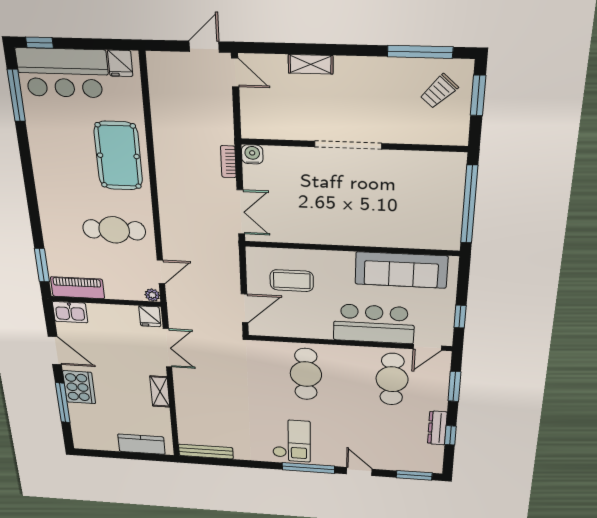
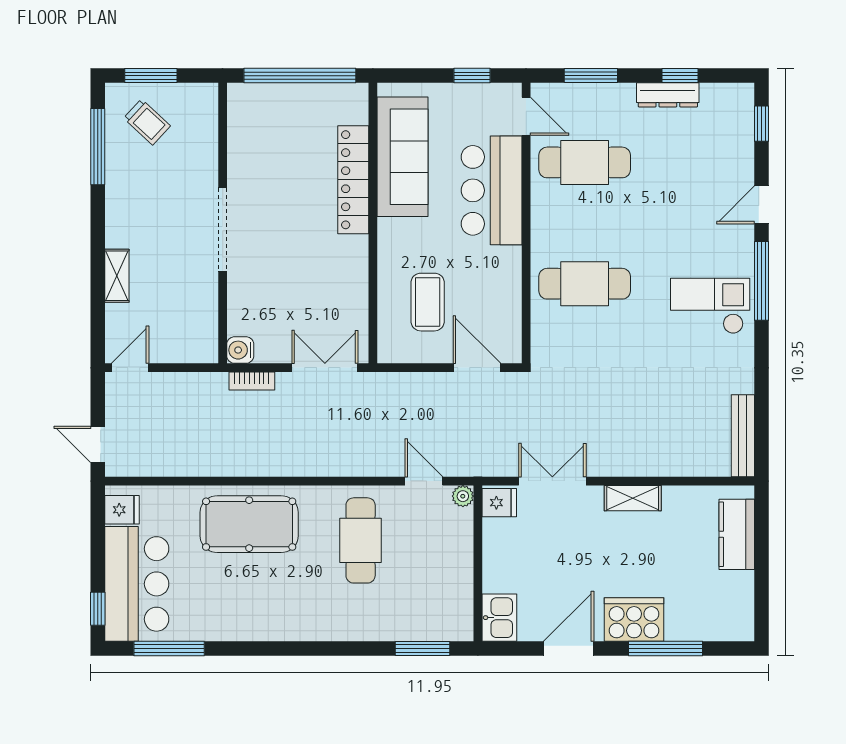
door: (204, 47) -> (98, 444), moved
locker: (385, 237) -> (353, 180), added
piano: (77, 288) -> (457, 602), removed
window: (414, 475) -> (761, 124), width x0.67

